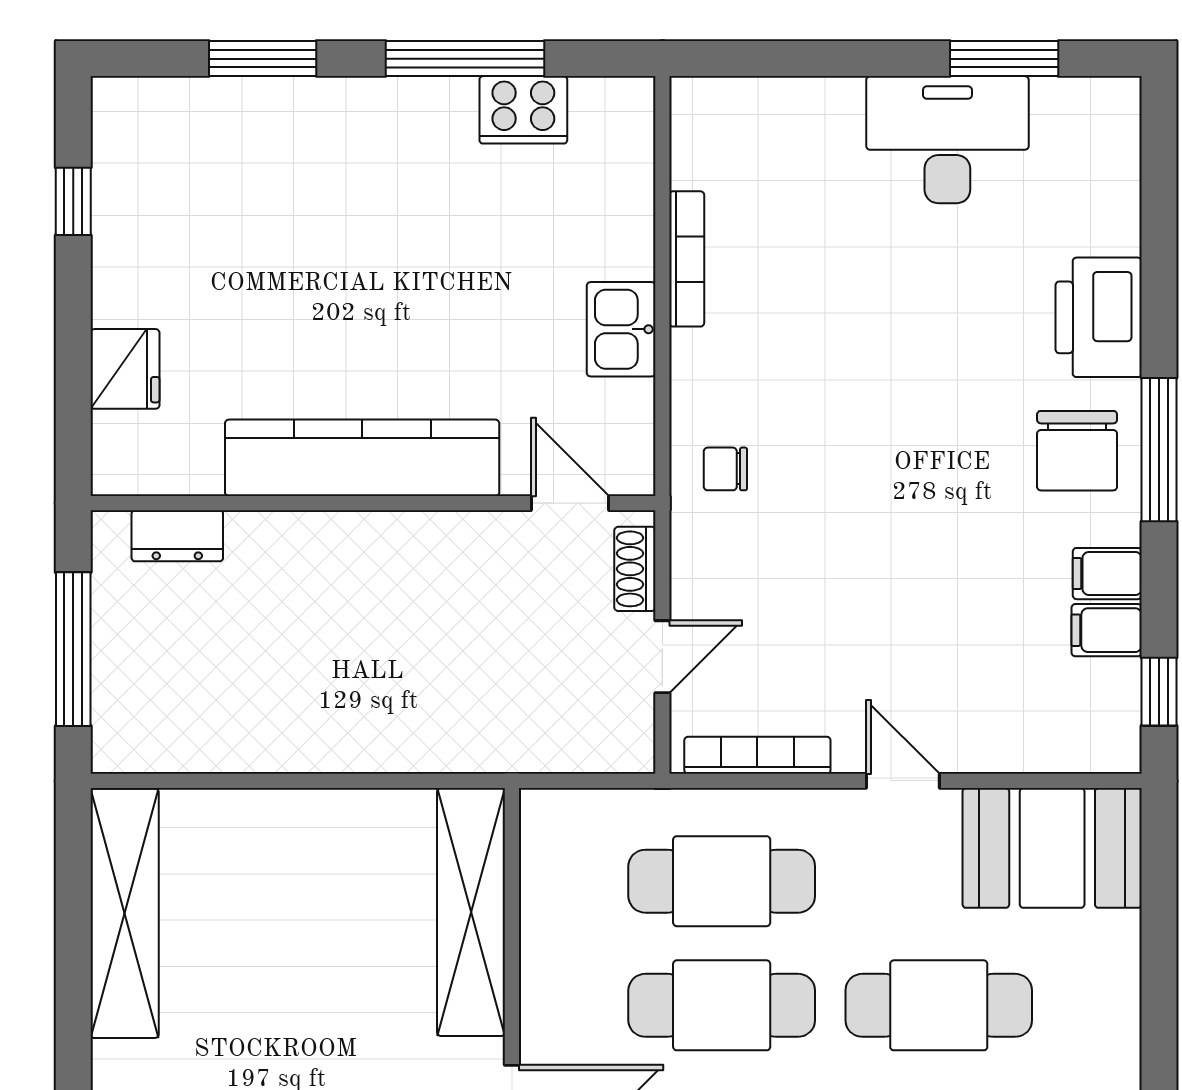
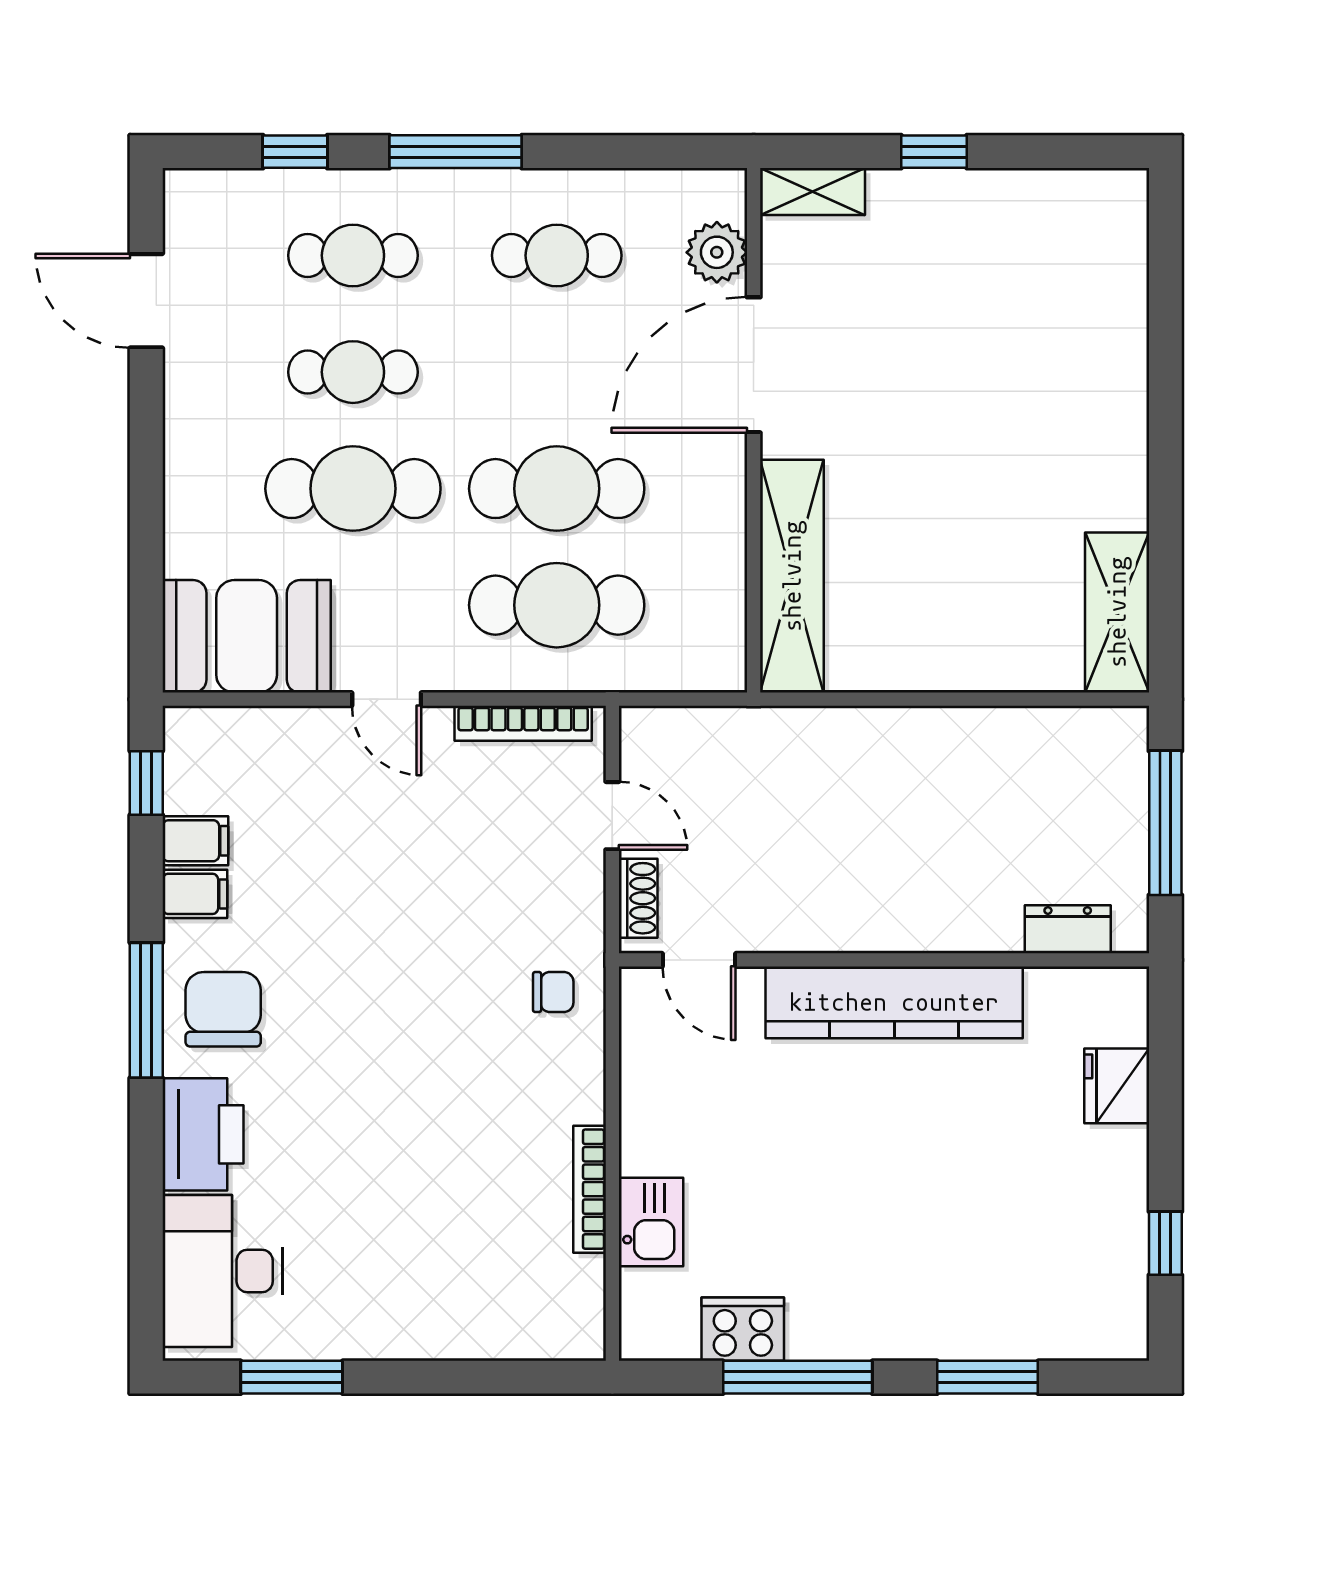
desk: (947, 140) -> (222, 1271), moved, turned 90
kitchen sink: (621, 329) -> (651, 1222), moved
door: (662, 657) -> (612, 816), swing flipped
shelving: (125, 913) -> (1117, 612), width x0.68

